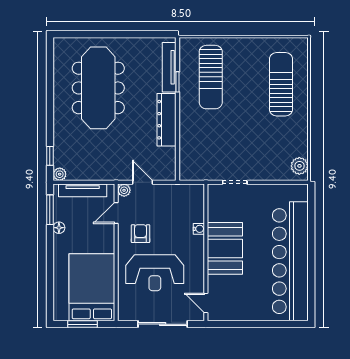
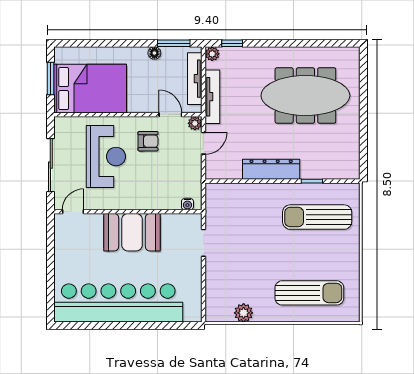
tv unit: (169, 67) -> (212, 97), moved, turned 90
plant: (299, 166) -> (244, 313), moved
water cooler: (199, 229) -> (187, 204), moved
reception desk: (155, 273) -> (106, 157), turned 180

